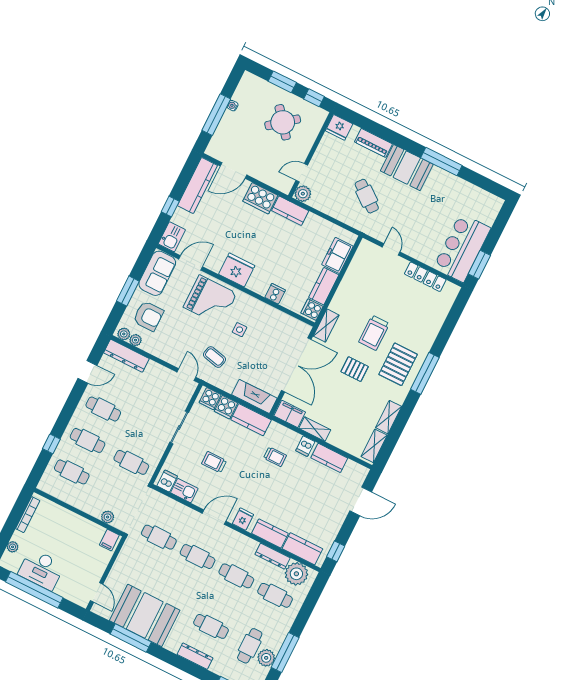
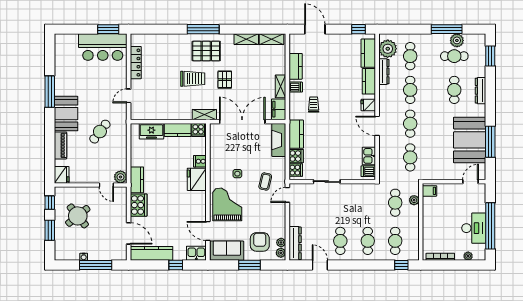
fridge: (237, 270) -> (197, 179), moved
window: (51, 444) -> (401, 265), moved
cafe table: (131, 462) -> (395, 203), moved
trolley: (214, 462) -> (339, 145), removed

